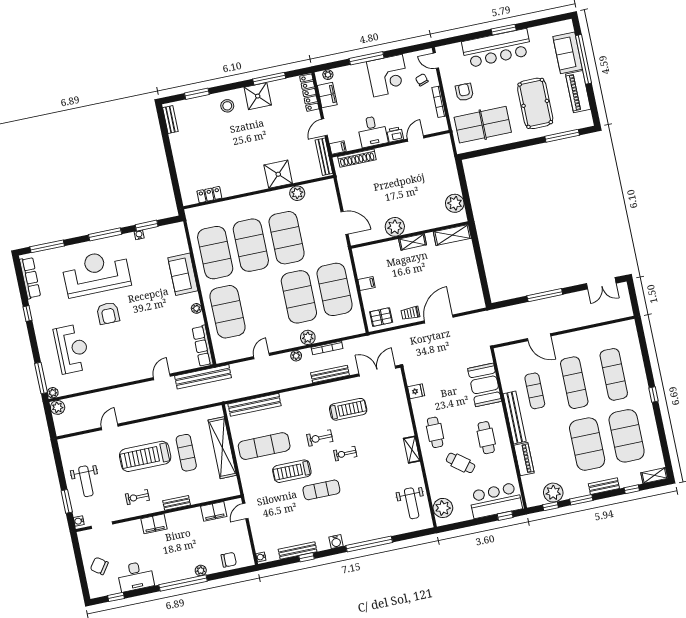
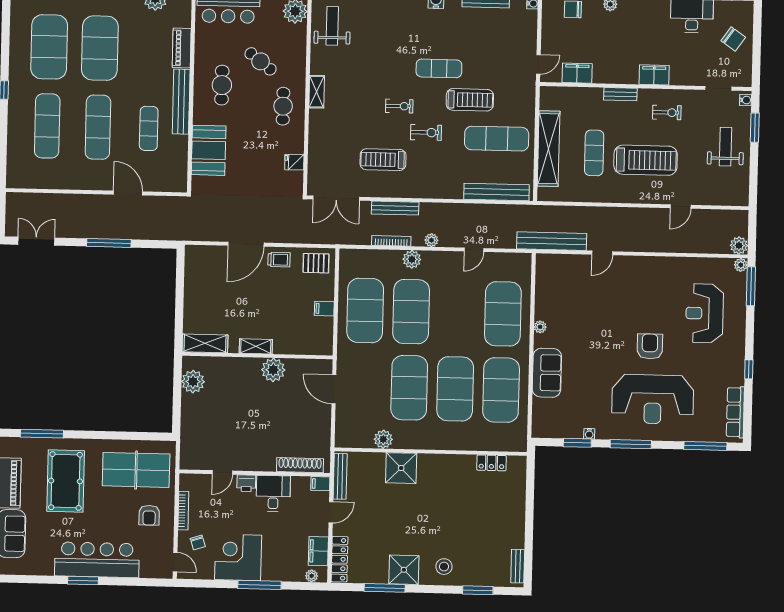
row of seats: (203, 346) -> (543, 279), removed

